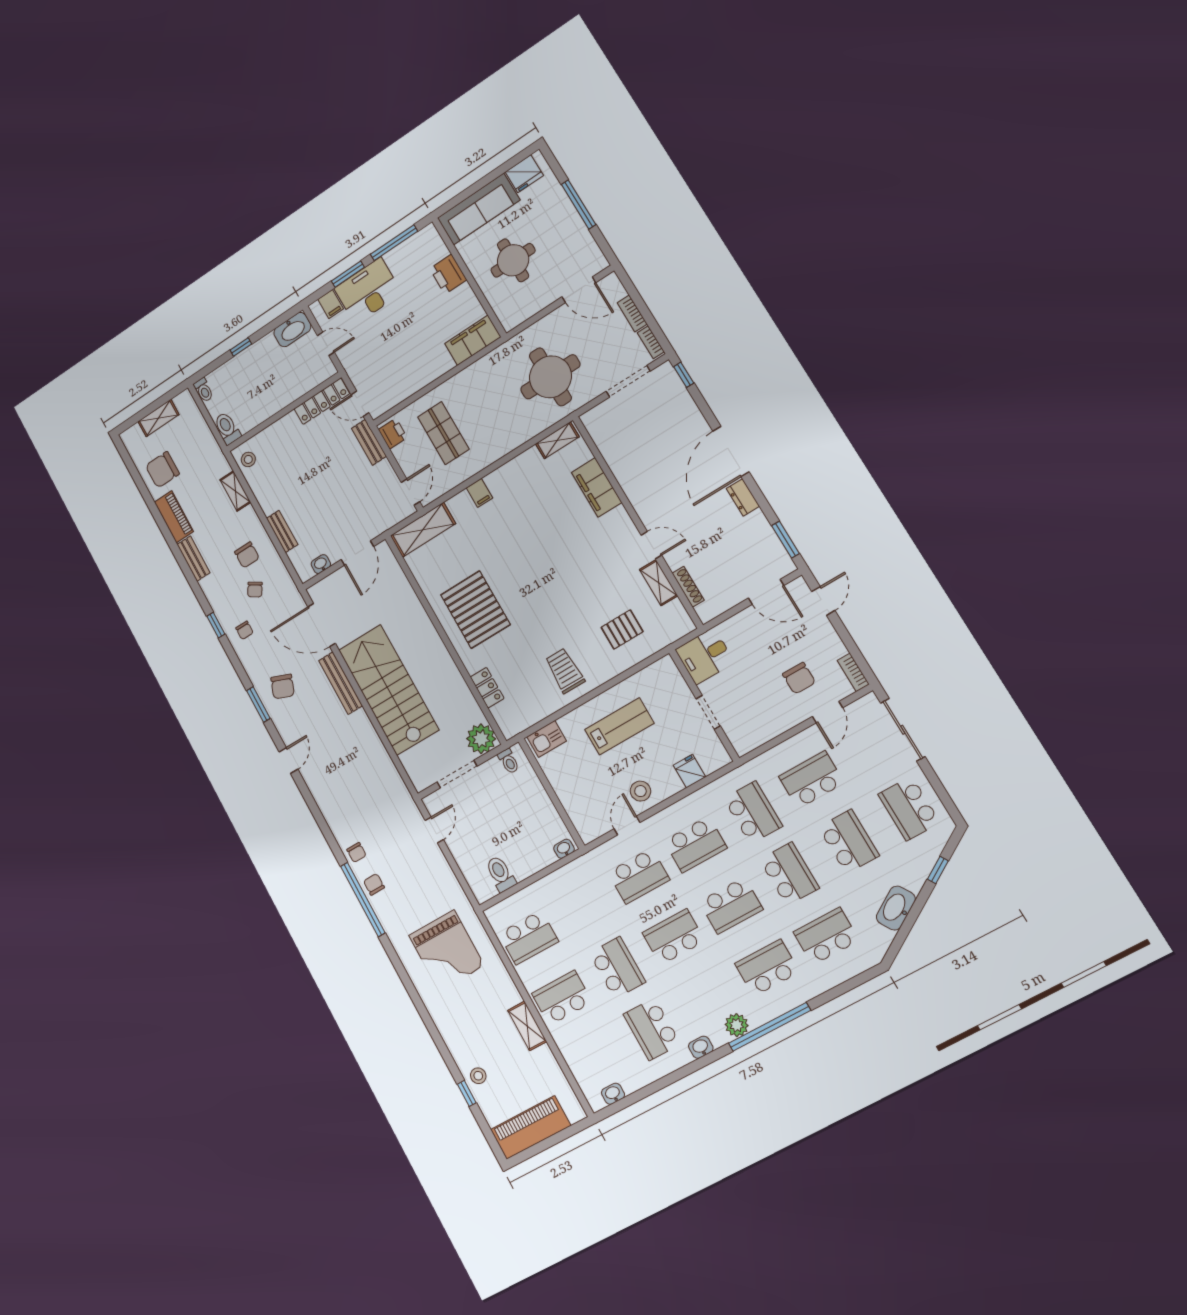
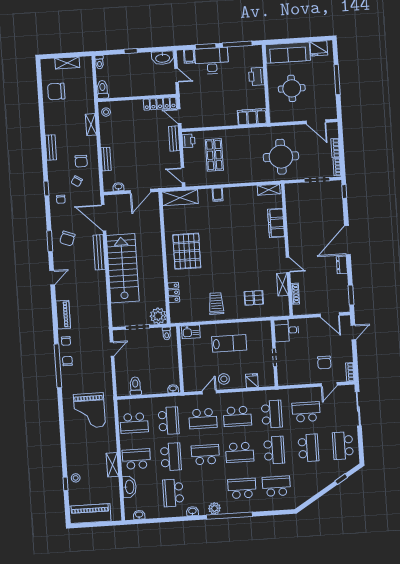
door: (410, 492) -> (183, 175), swing flipped
piano: (174, 517) -> (63, 315), moved
school desk: (583, 907) -> (169, 421), added
washbasin: (896, 908) -> (129, 487), moved, turned 122

